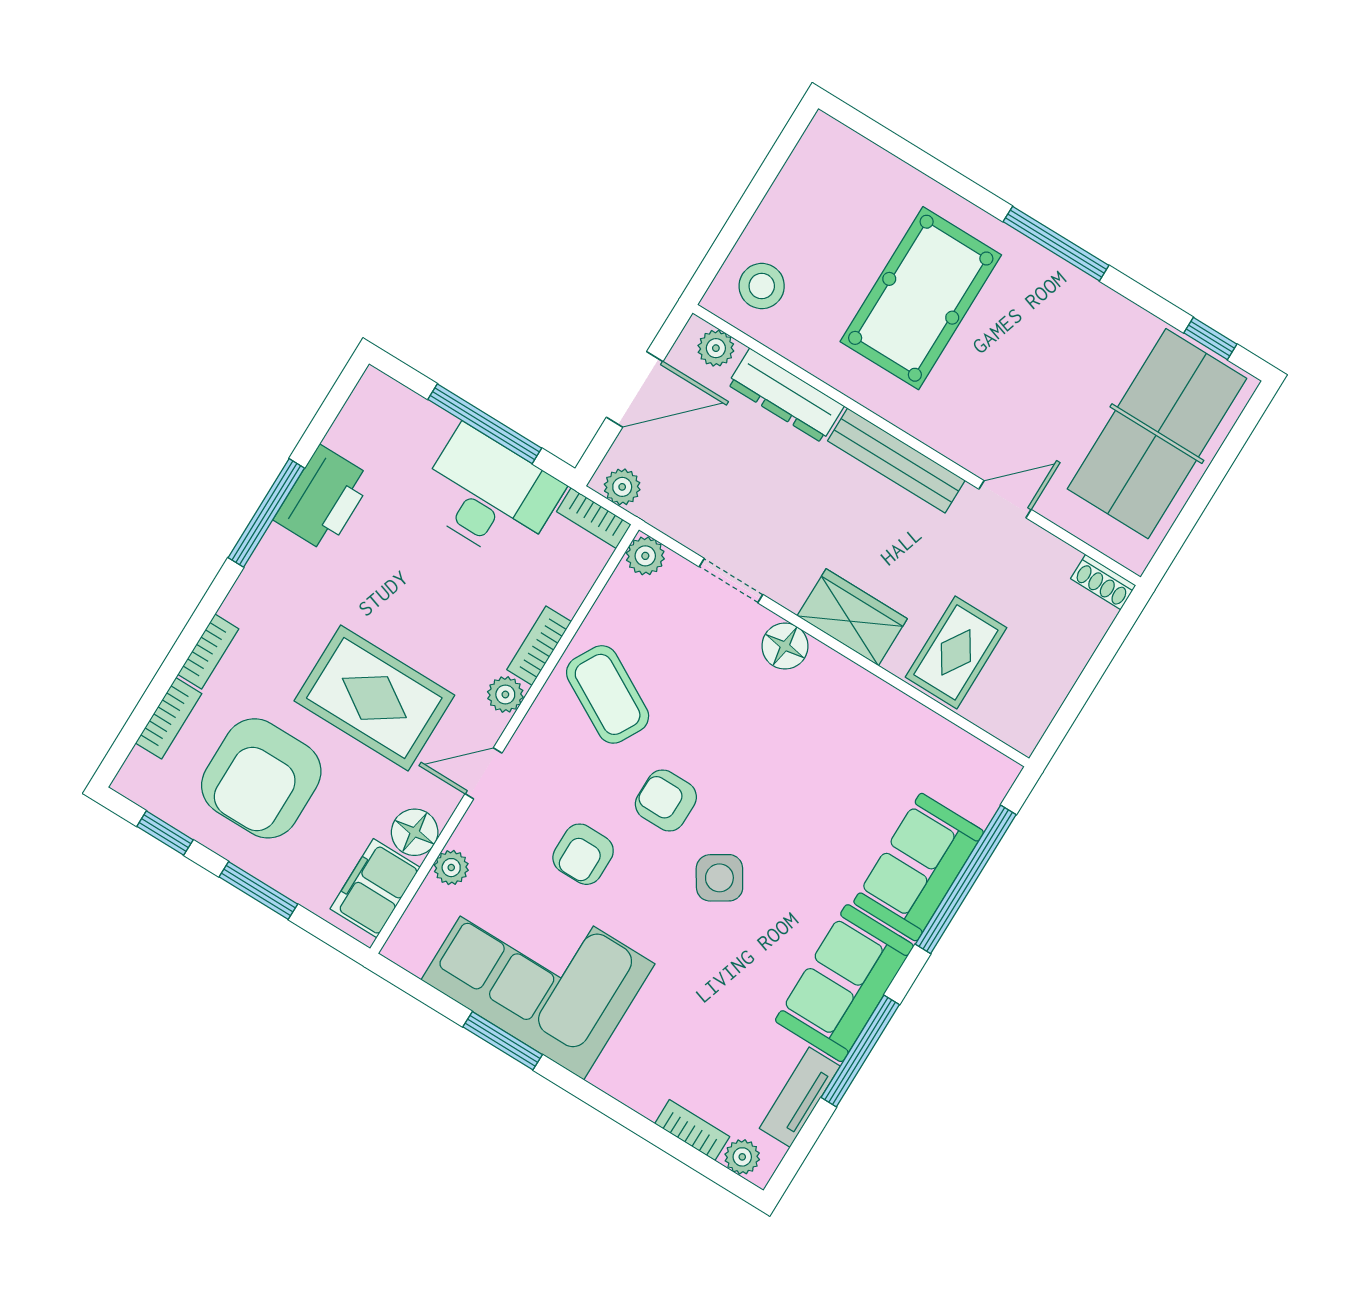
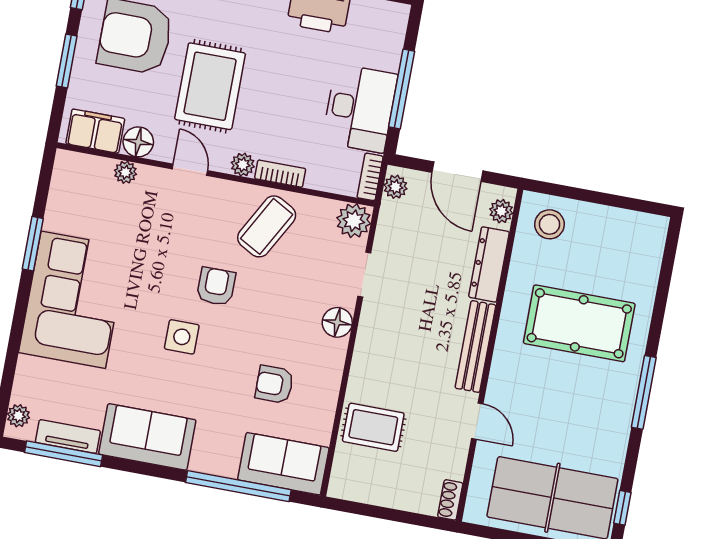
plant: (645, 556) -> (354, 221), width x1.38, depth x1.38
wardrobe: (852, 617) -> (370, 356), removed
armchair: (583, 854) -> (274, 384), moved
sofa: (919, 867) -> (283, 464), moved
side table: (719, 878) -> (182, 337), turned 32
corner sofa: (538, 972) -> (73, 300), moved
window: (860, 1051) -> (64, 454), moved
bookcase: (692, 1130) -> (23, 379), removed

